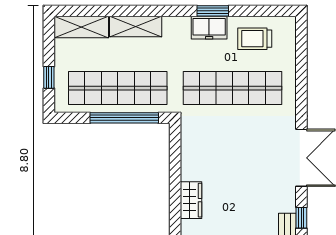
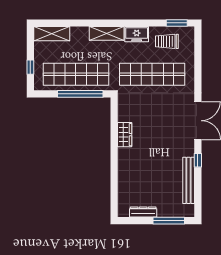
window: (213, 11) -> (177, 23), moved
shelving: (136, 27) -> (107, 33), moved
wardrobe: (191, 200) -> (125, 135), moved

